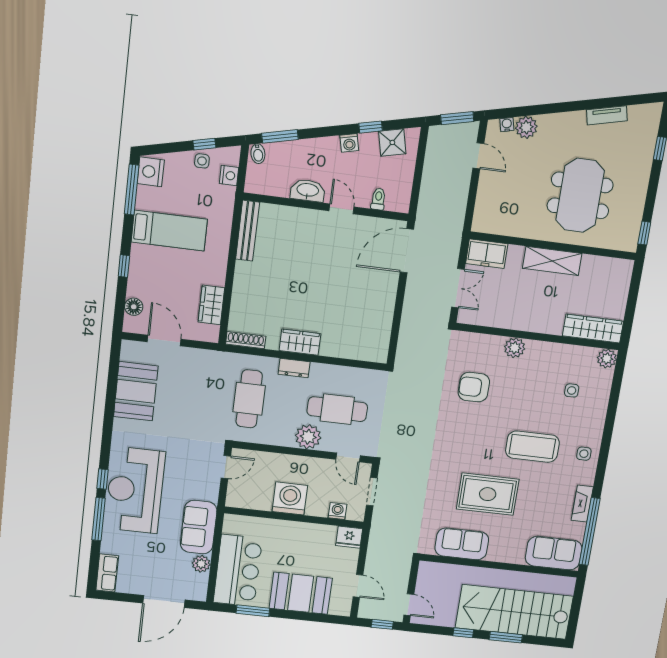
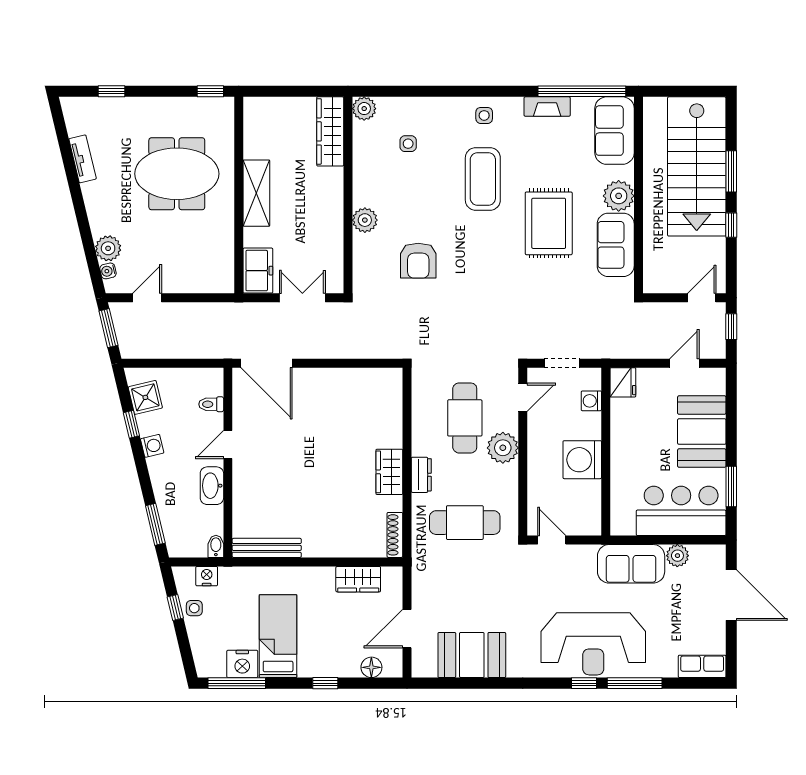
bidet: (258, 154) -> (216, 546), moved, turned -77
nightstand: (151, 172) -> (242, 664), moved
plant: (501, 550) -> (619, 196), added

